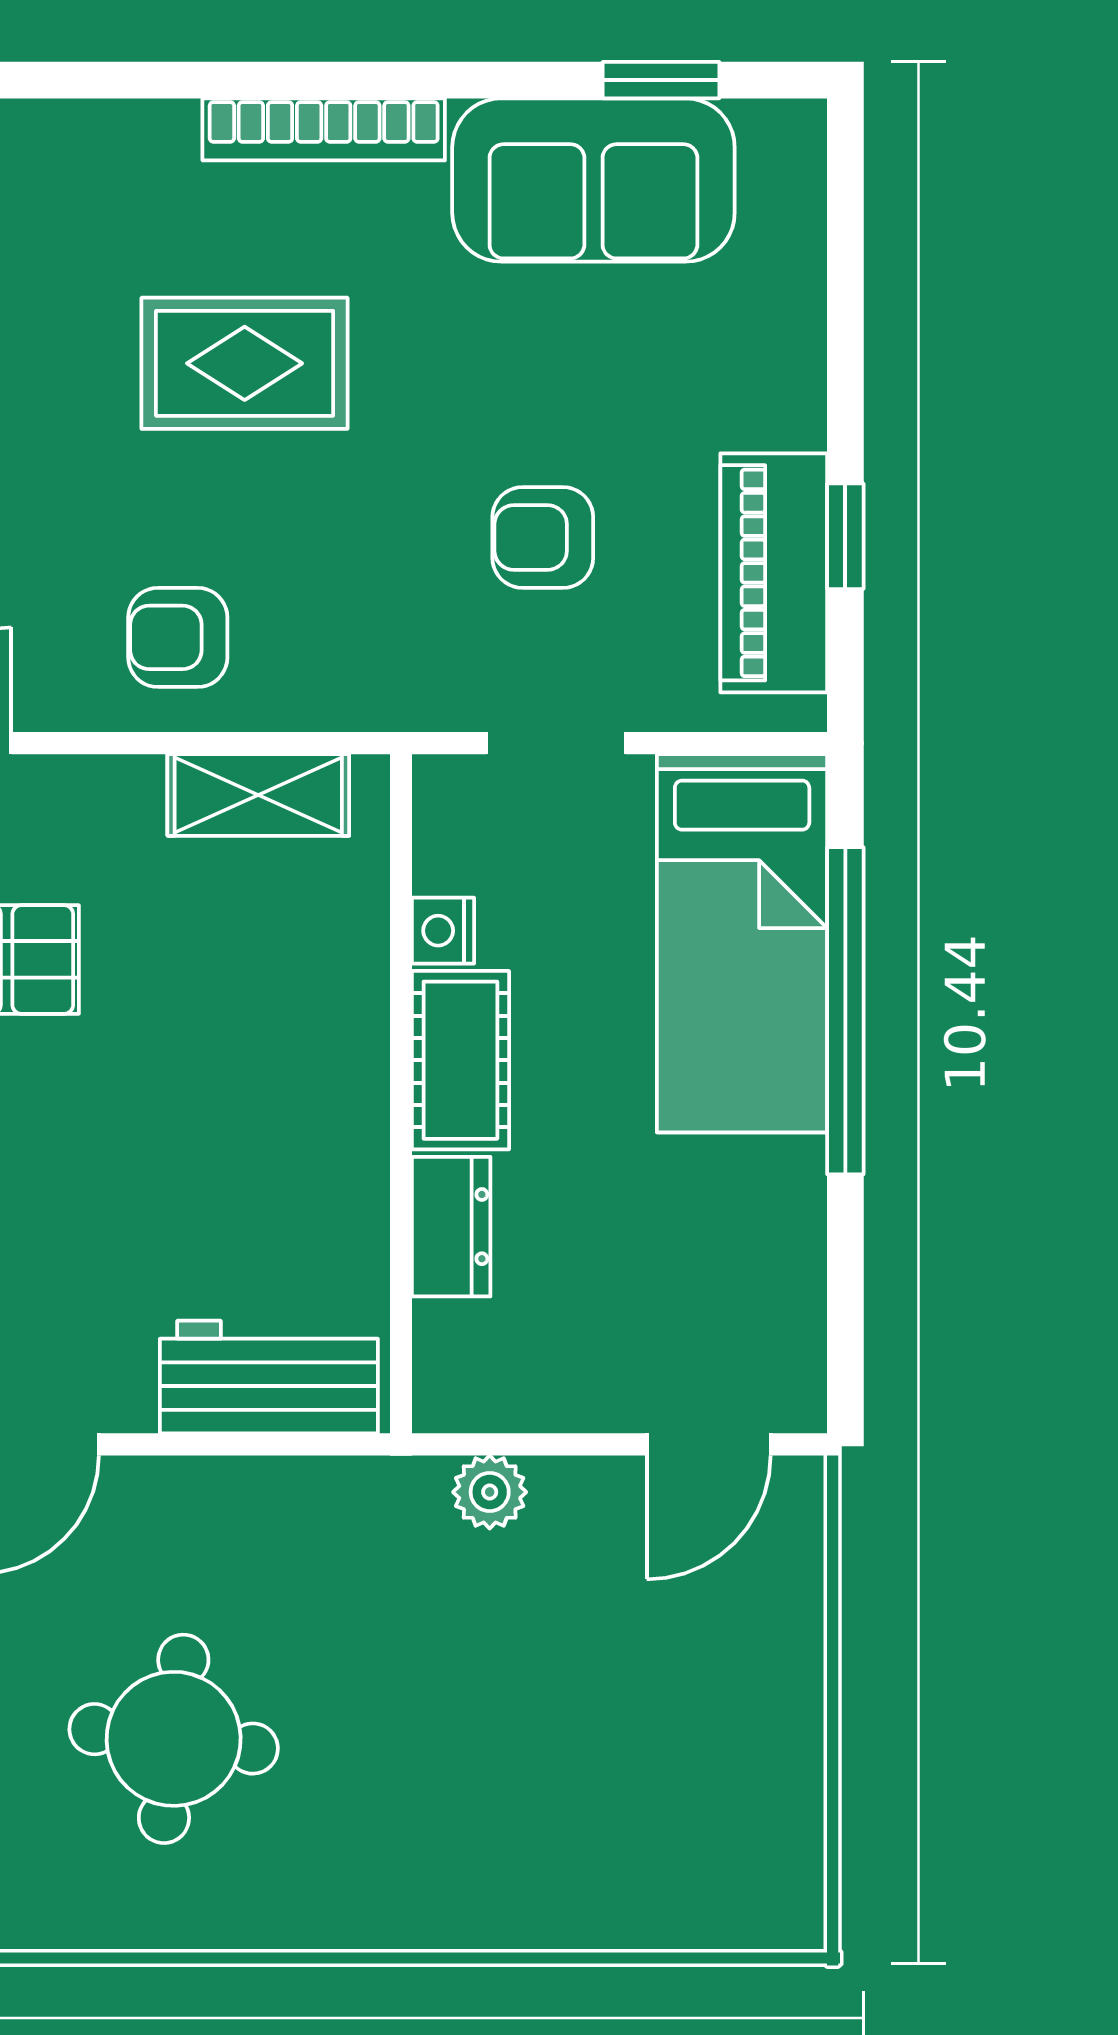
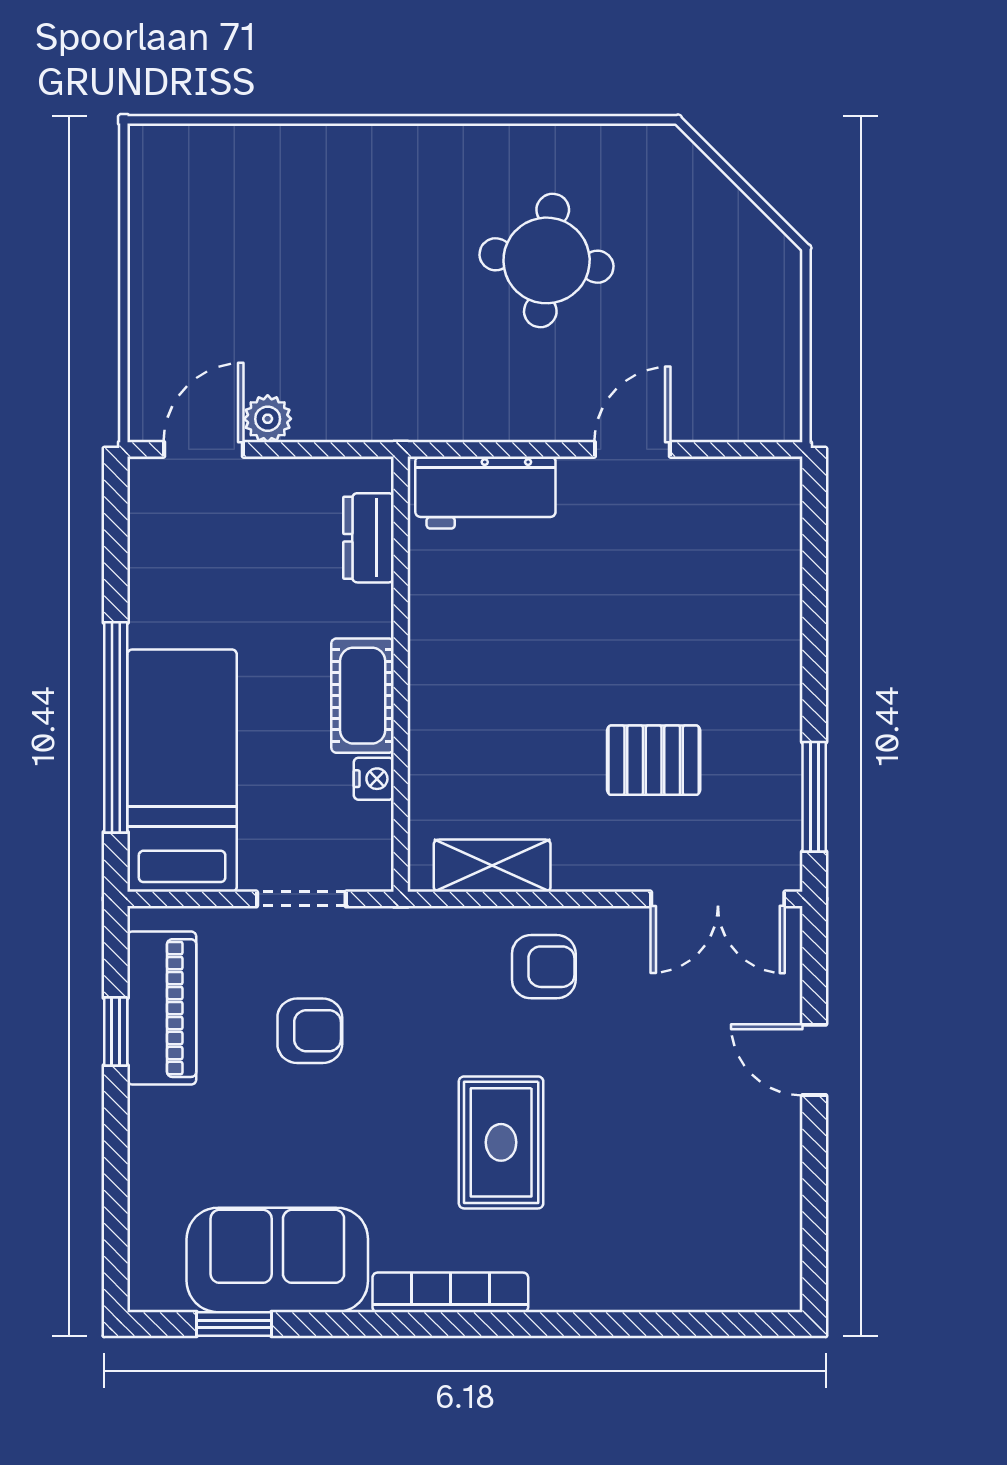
rug: (245, 363) -> (501, 1142), turned 90
dresser: (451, 1227) -> (369, 538), moved
plant: (490, 1492) -> (268, 419), moved

